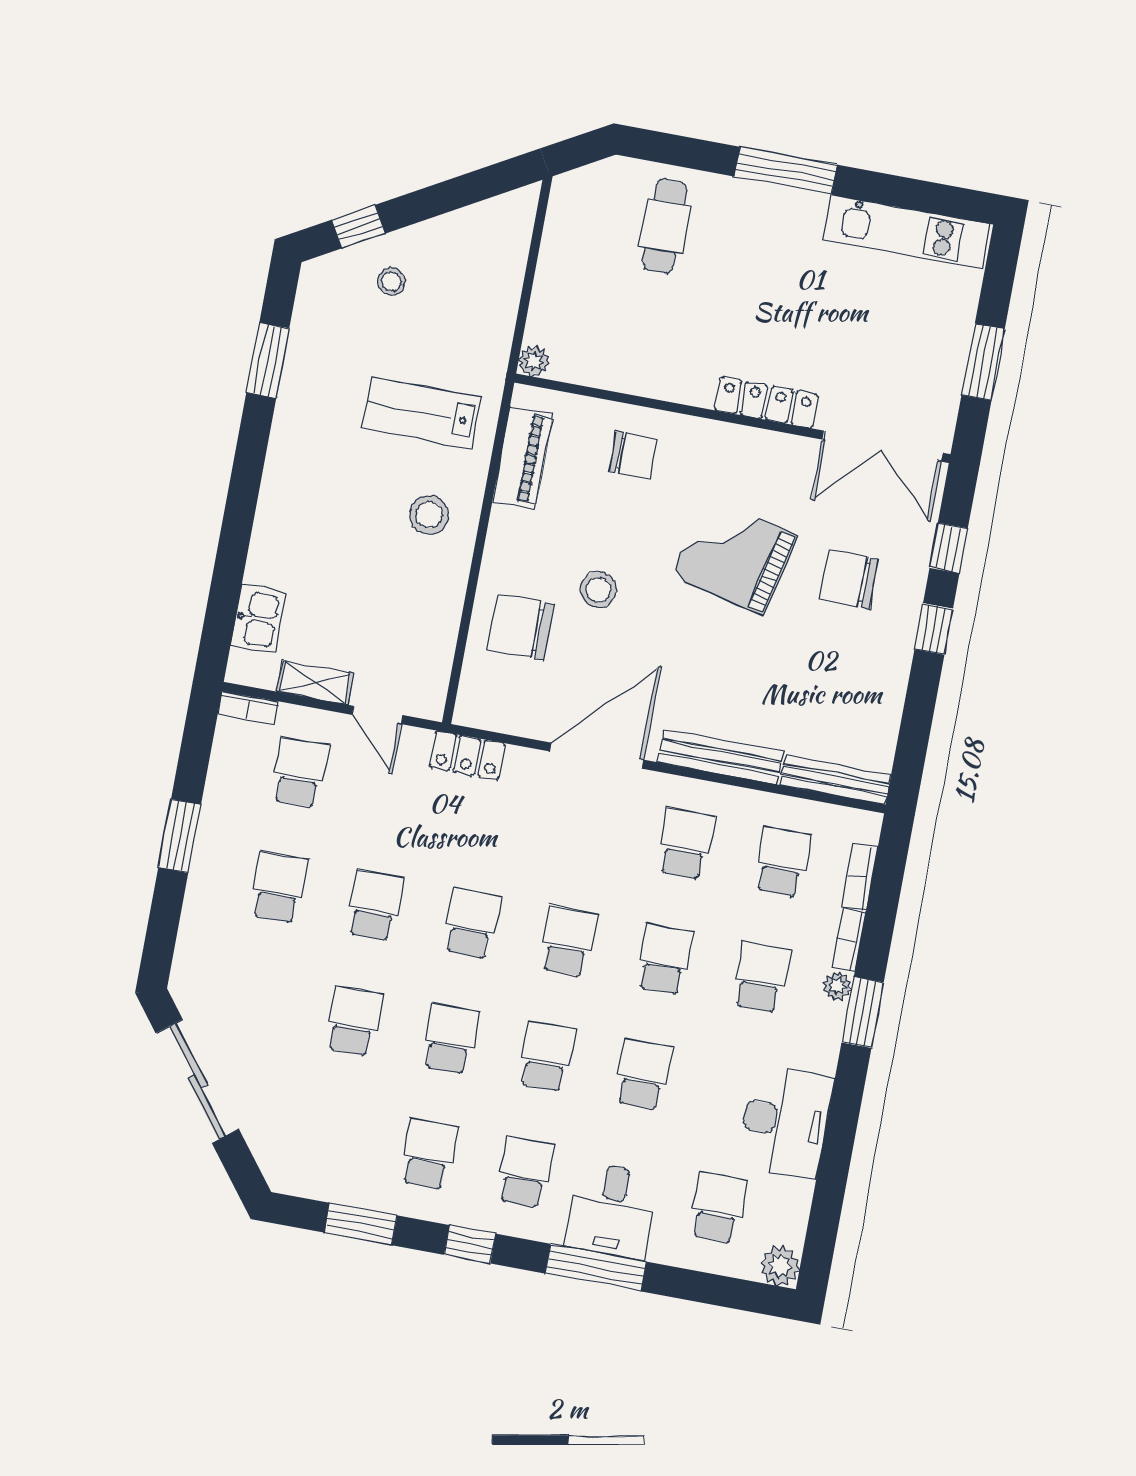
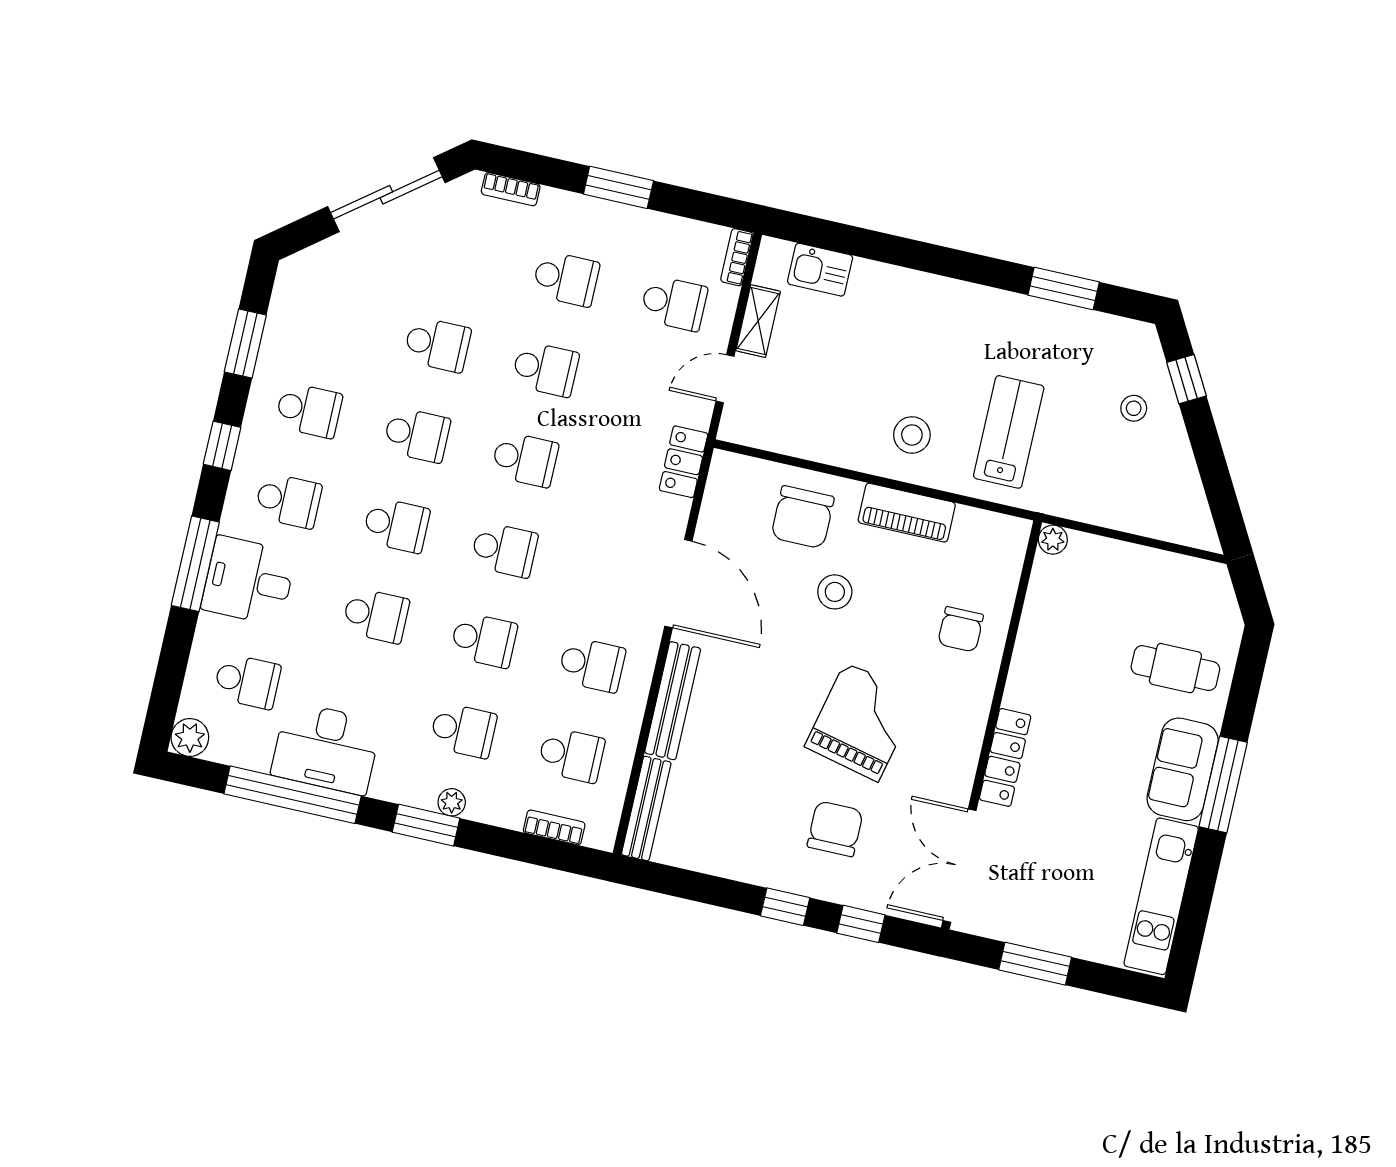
sofa: (771, 214) -> (1183, 769), added
piano: (523, 458) -> (907, 513), moved
chair: (521, 627) -> (803, 517), turned 180
bookcase: (848, 940) -> (511, 189), moved, turned 180
window: (836, 1155) -> (293, 795), added

